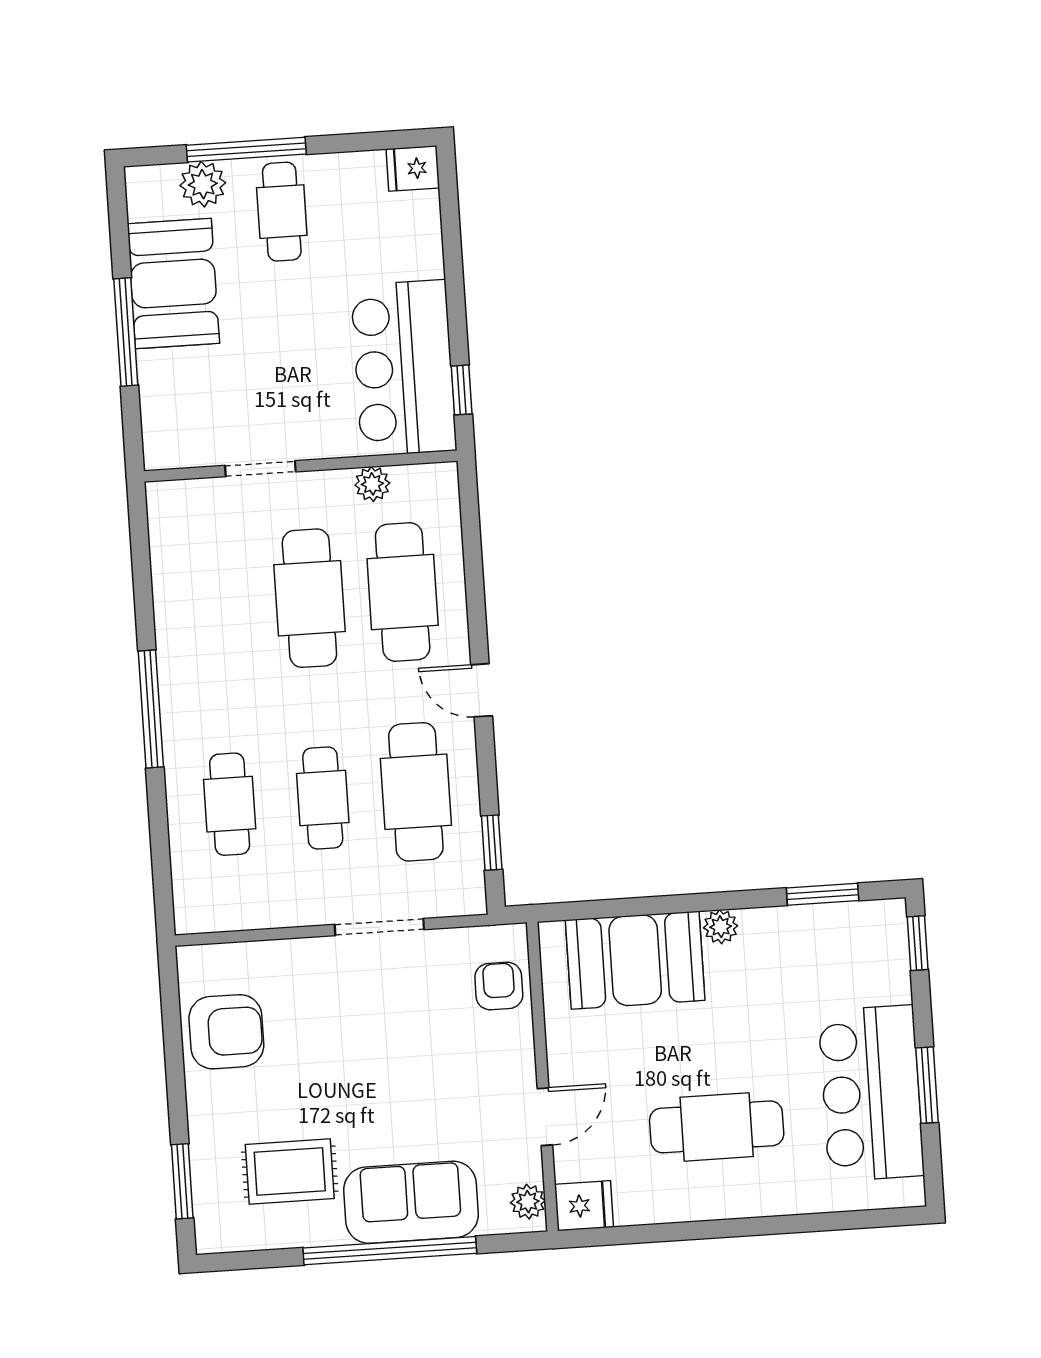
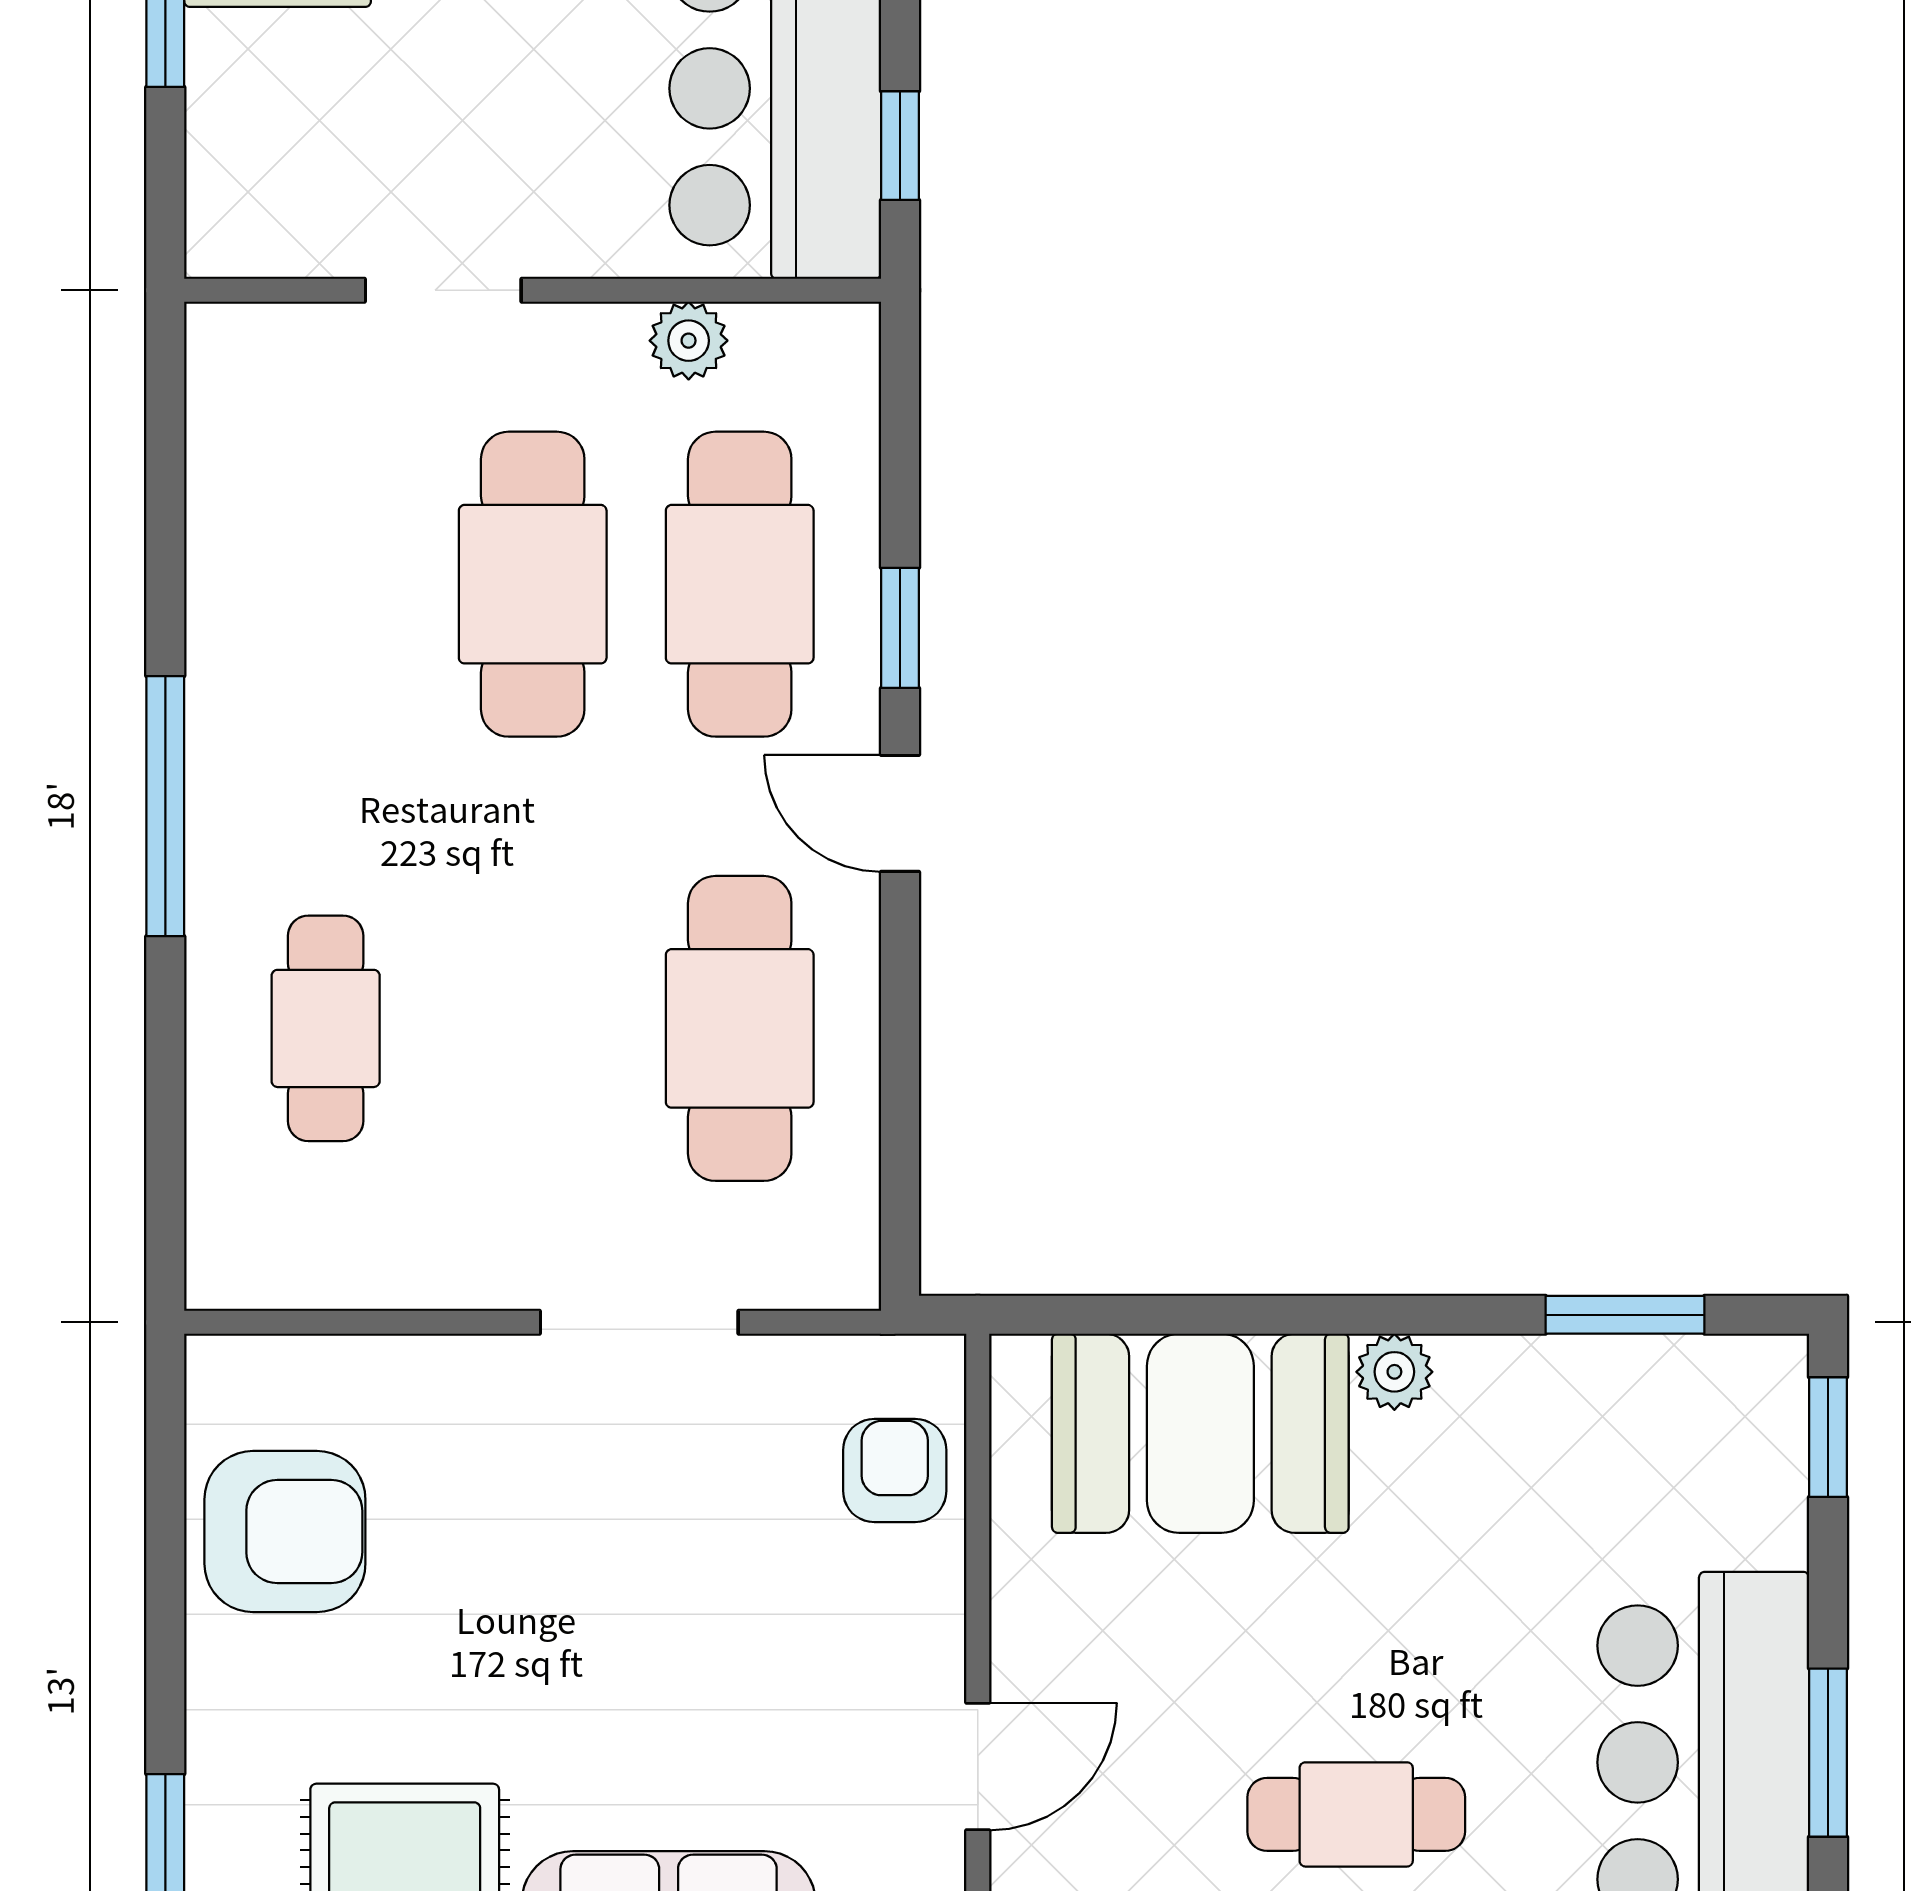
cafe table: (323, 798) -> (533, 1028), removed
window: (492, 843) -> (900, 628), moved
cafe table: (717, 1127) -> (1356, 1814), width x0.73, depth x0.74

